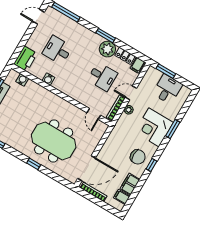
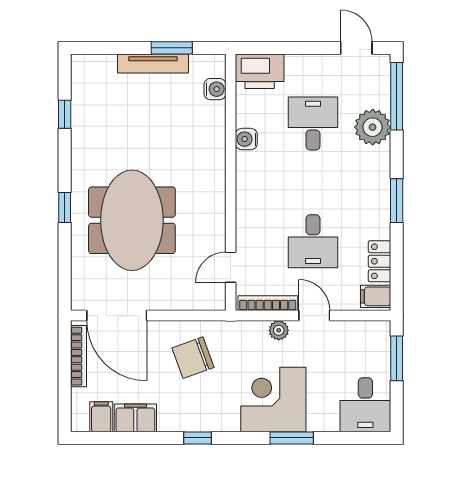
plant: (107, 49) -> (373, 127), moved
desk: (167, 89) -> (365, 405), moved, turned 90
chair: (138, 157) -> (193, 358), moved, turned 70

